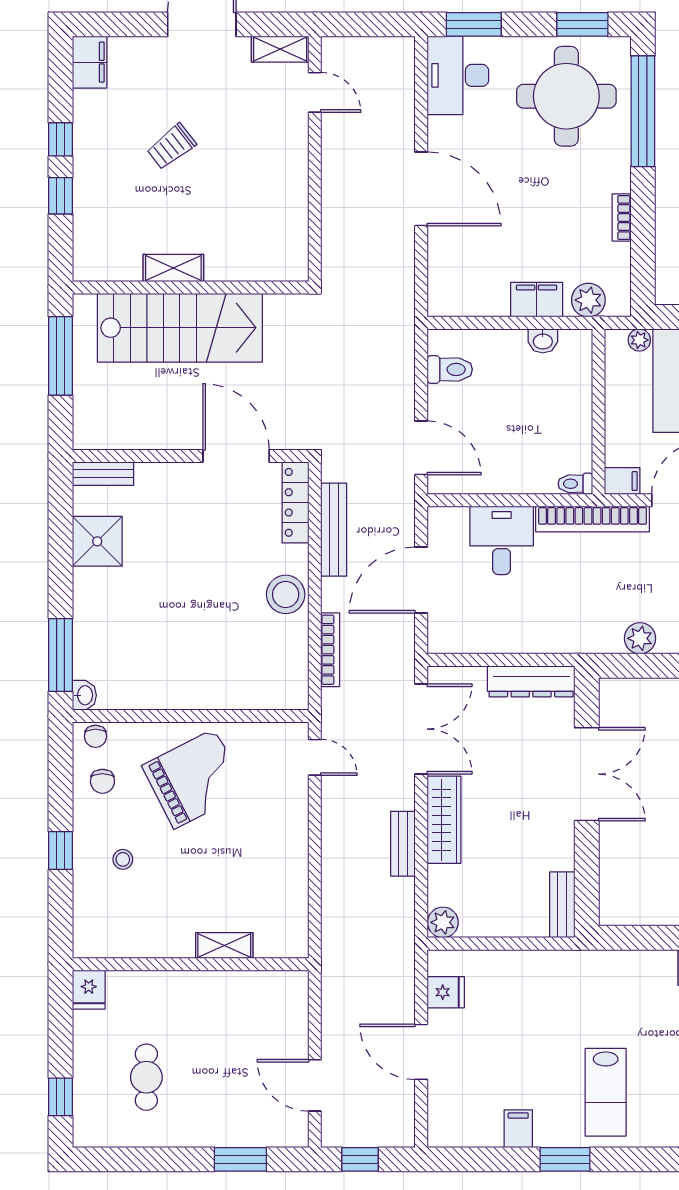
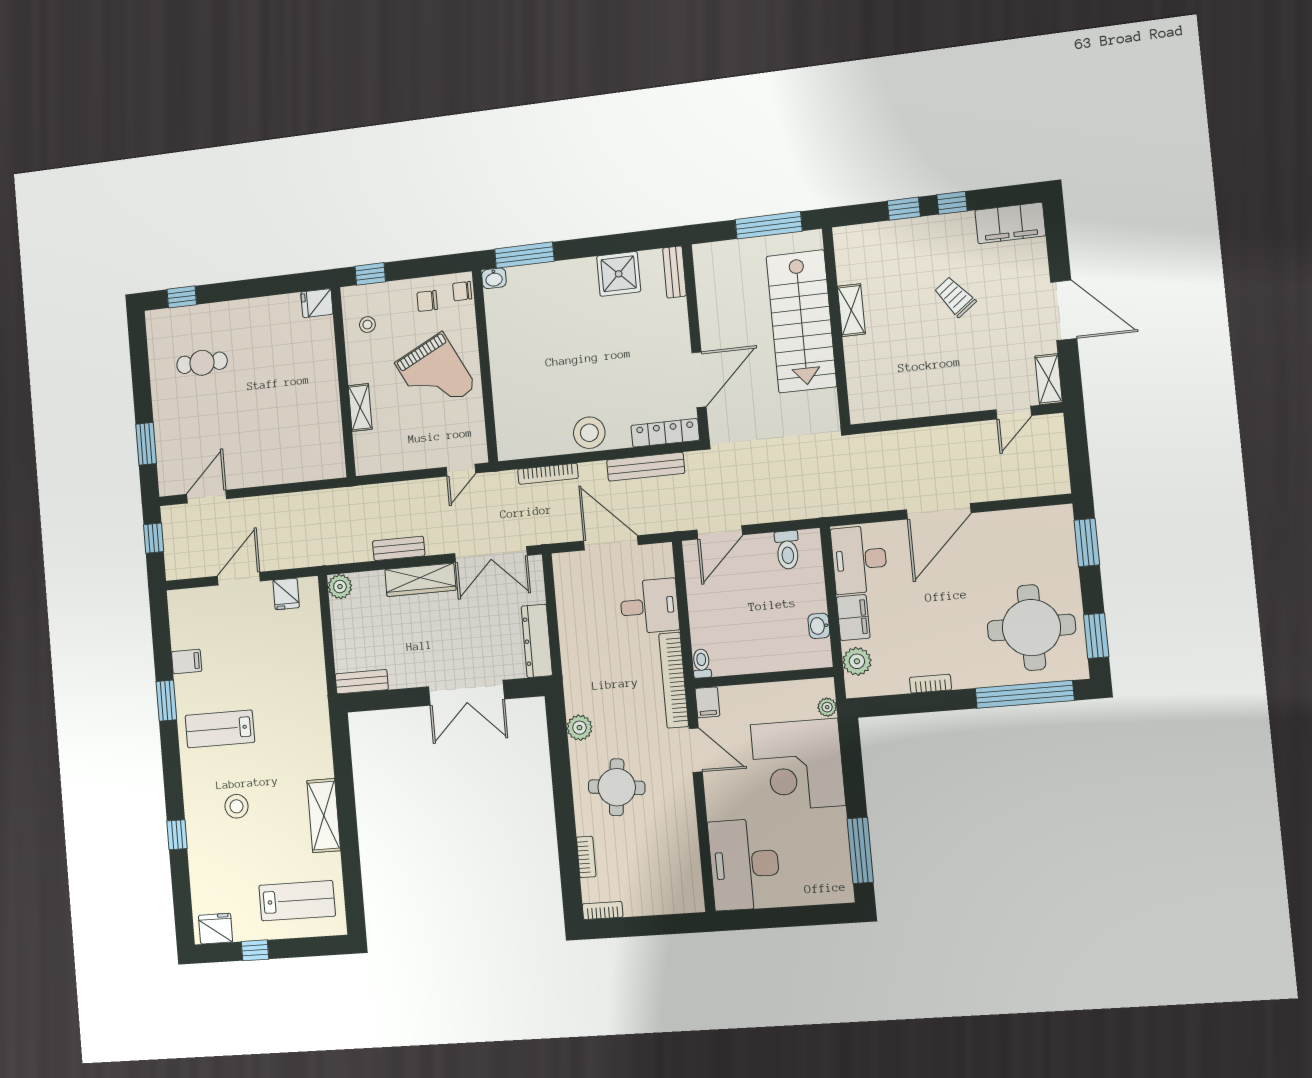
filing cabinet: (90, 62) -> (1010, 223), width x1.50, depth x1.17
desk: (458, 75) -> (859, 560), moved, turned -90
shelving: (224, 946) -> (360, 407), moved
wall: (191, 964) -> (343, 382), moved
fridge: (89, 990) -> (317, 303), moved

